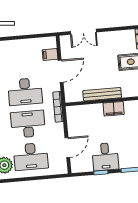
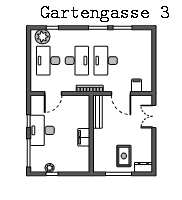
bench: (102, 94) -> (98, 112), moved
door: (67, 148) -> (53, 93), hinge flipped
desk: (105, 157) -> (42, 130), width x1.37

